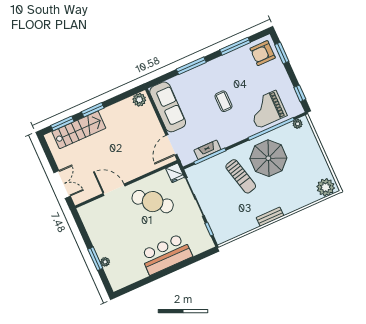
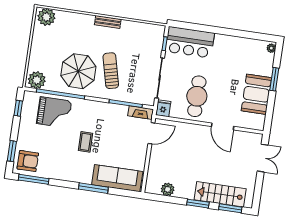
window: (235, 46) -> (34, 179), moved
plant: (139, 100) -> (168, 189), moved
sofa: (168, 107) -> (117, 178), moved, turned 90
plant: (298, 124) -> (37, 80), width x1.87, depth x1.87
fireplace: (207, 150) -> (141, 113), moved
double door: (62, 184) -> (263, 158), swing flipped
cafe table: (153, 202) -> (197, 96), turned 49
booth: (102, 236) -> (256, 94), added
bar counter: (166, 254) -> (190, 42), moved
plant: (105, 262) -> (271, 48), moved

